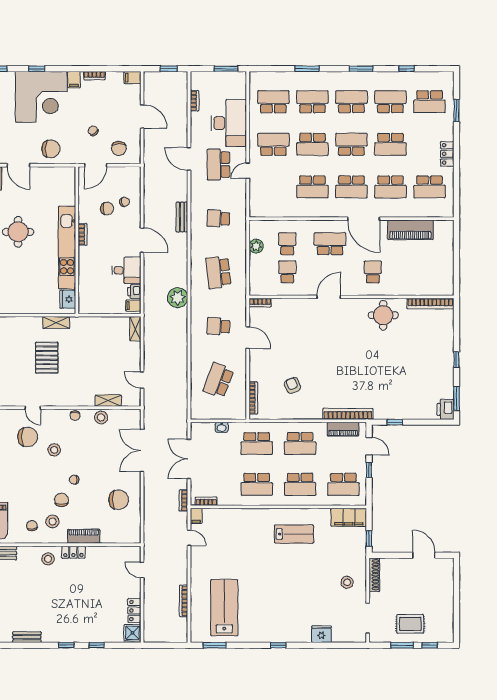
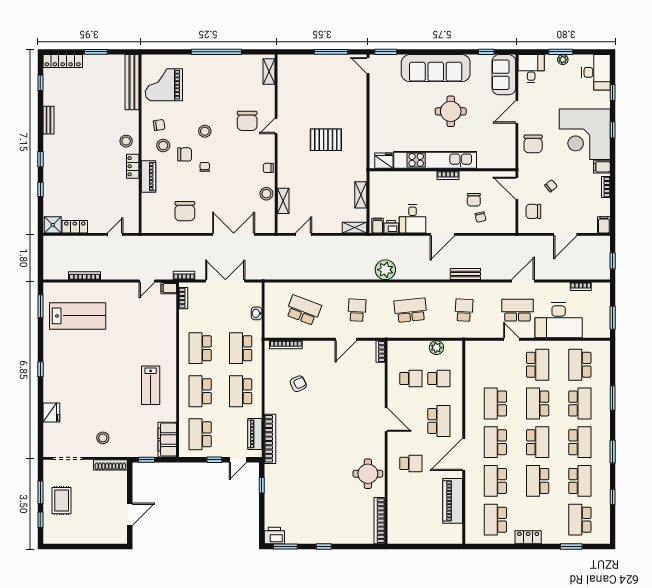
school desk: (273, 102) -> (580, 365), turned 180
shelving: (56, 322) -> (361, 195), moved
stool: (54, 450) -> (205, 131), moved

